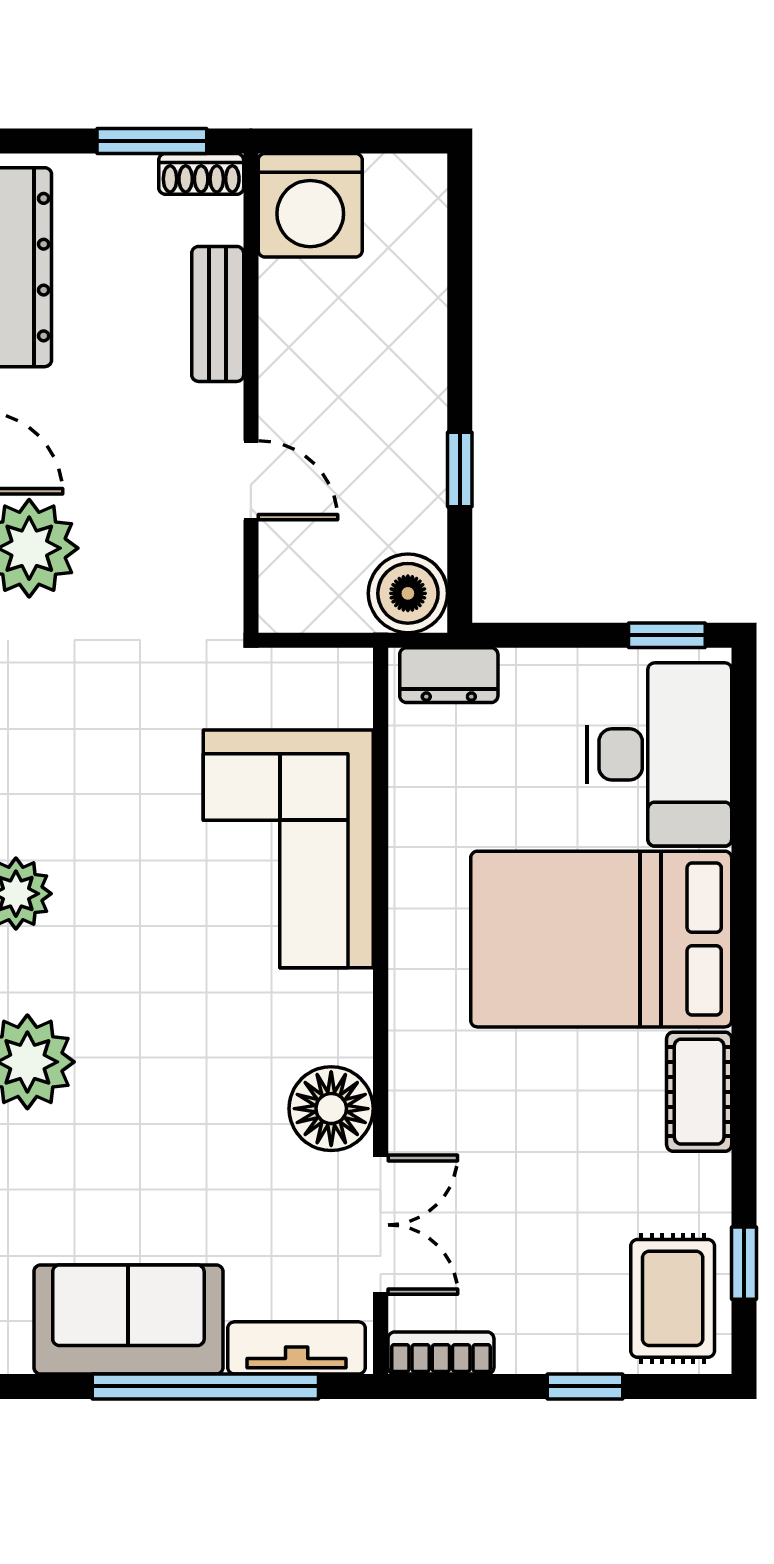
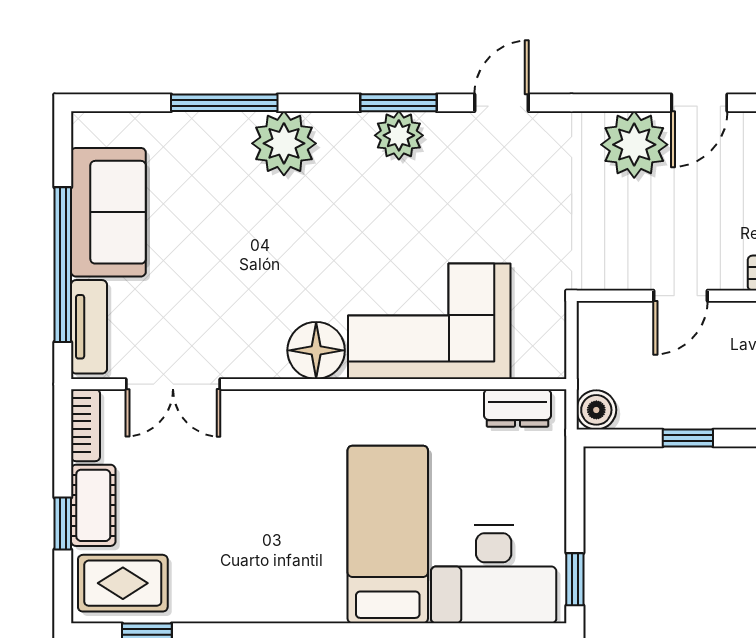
boiler: (408, 593) -> (596, 410), width x0.73, depth x0.73
dresser: (449, 675) -> (517, 408), moved, turned -90
bed: (601, 939) -> (388, 534), width x0.67
cot: (699, 1092) -> (93, 505), moved, turned 90
floor lamp: (331, 1109) -> (316, 350), moved

